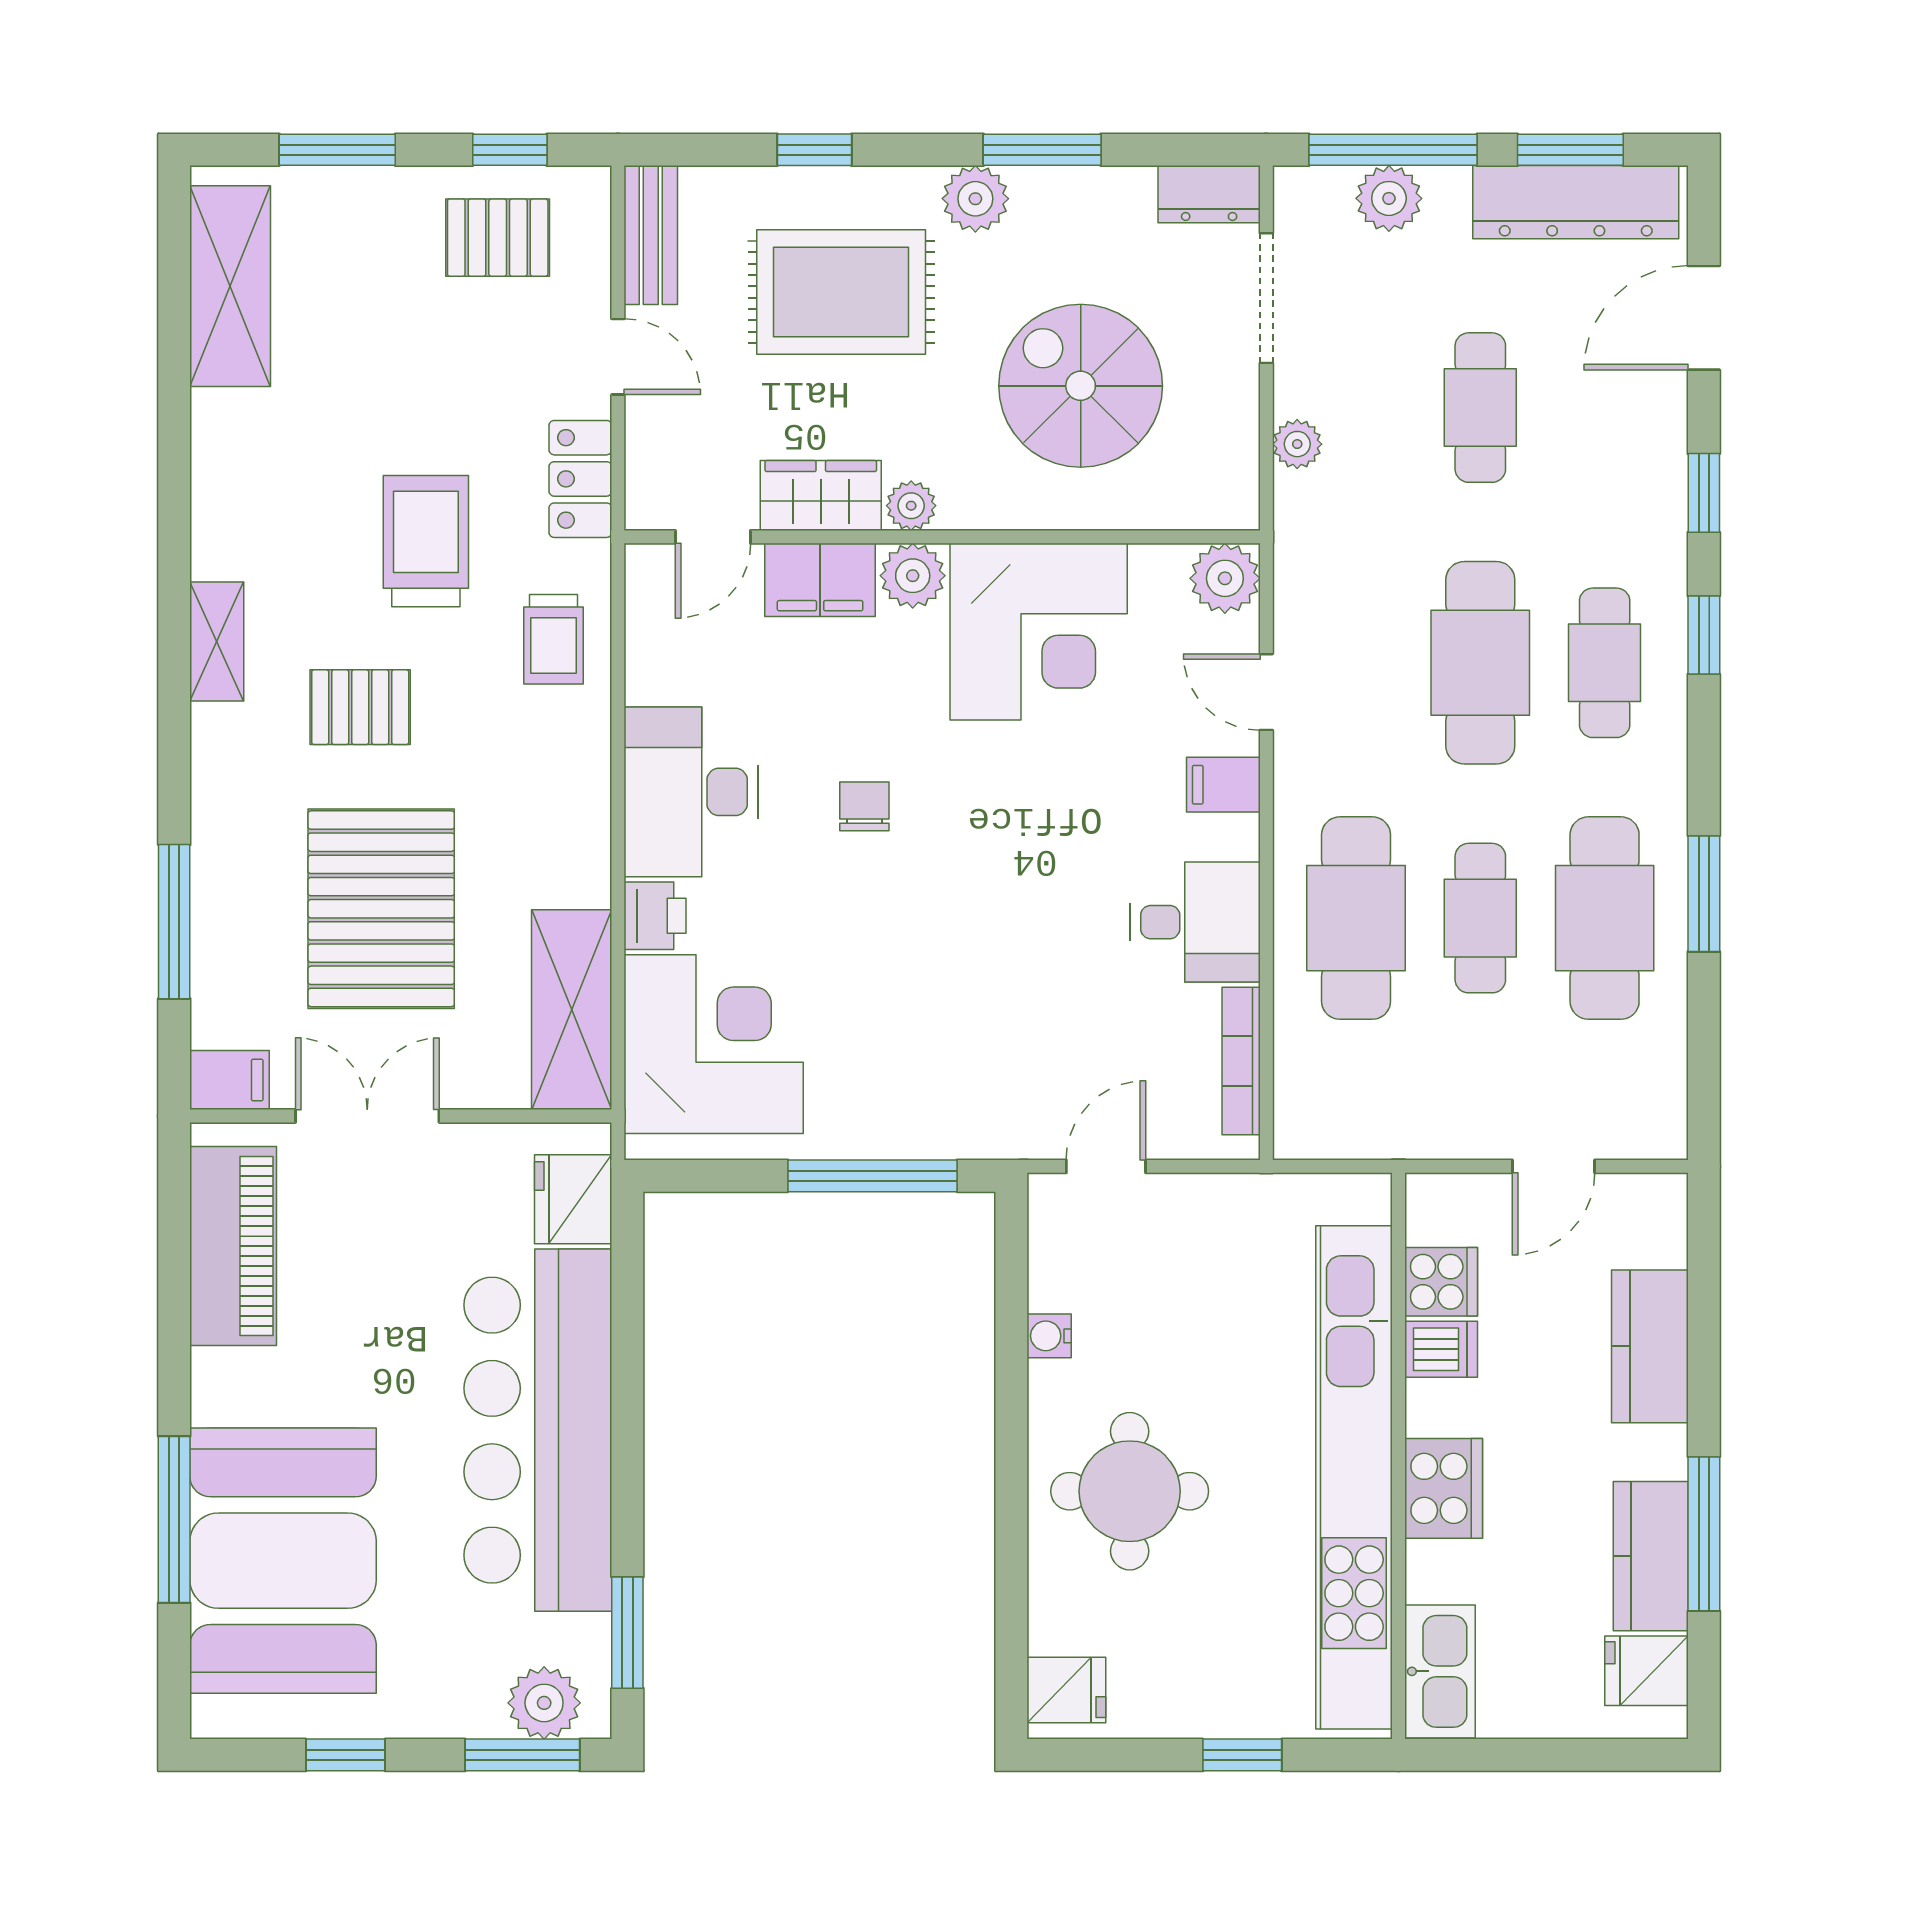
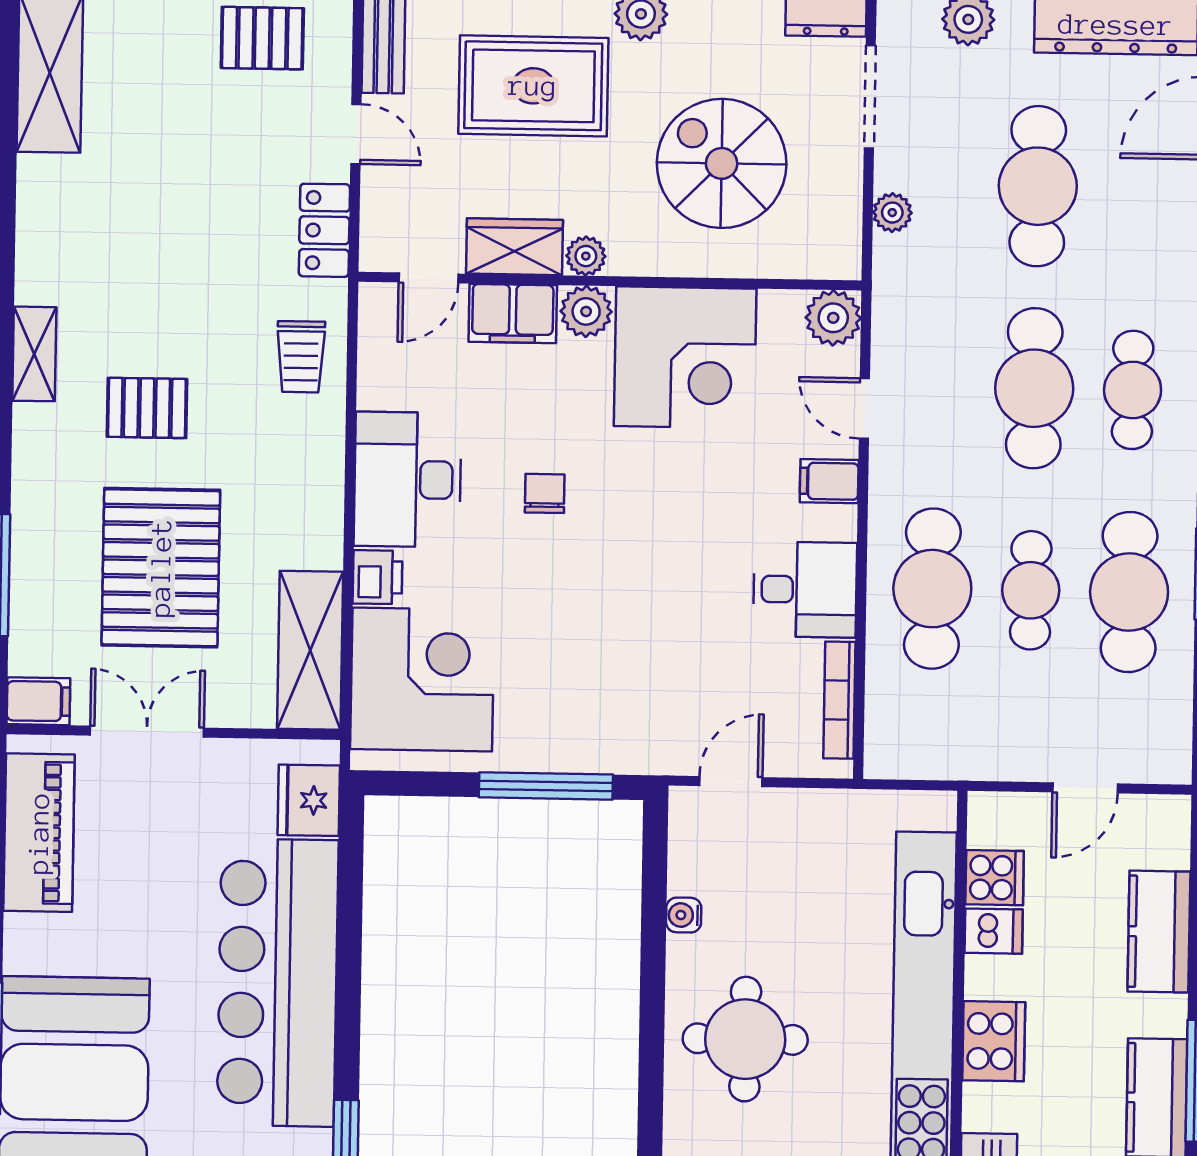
cafe table: (1480, 408) -> (1038, 186), width x1.37, depth x1.35
trolley: (426, 541) -> (201, 277), removed

